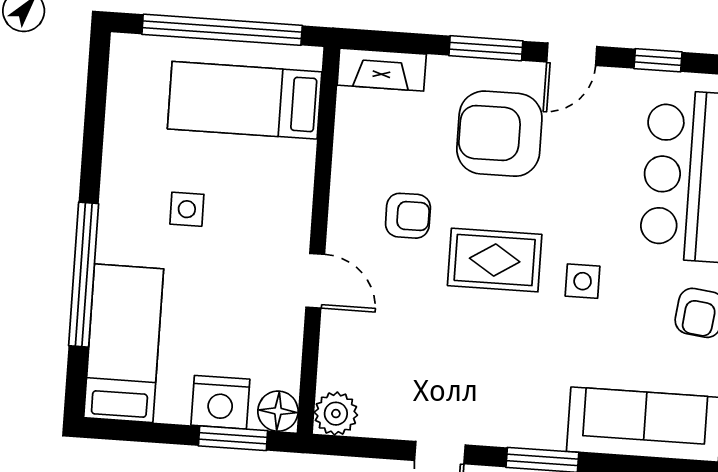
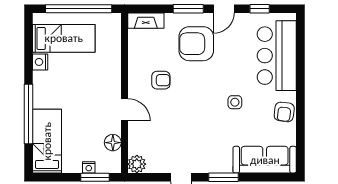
bed: (245, 100) -> (64, 38), moved, turned 180
nightstand: (120, 151) -> (40, 62), added
side table: (187, 209) -> (69, 84), removed
rug: (495, 260) -> (198, 96), removed
nightstand: (220, 402) -> (89, 167), width x0.53, depth x0.56
floor lamp: (278, 411) -> (113, 143), moved

